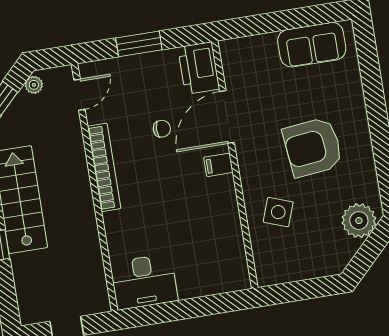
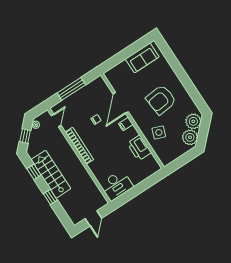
window: (139, 44) -> (71, 89), width x1.44
printer: (199, 68) -> (139, 148), moved
plant: (338, 250) -> (190, 137), added

